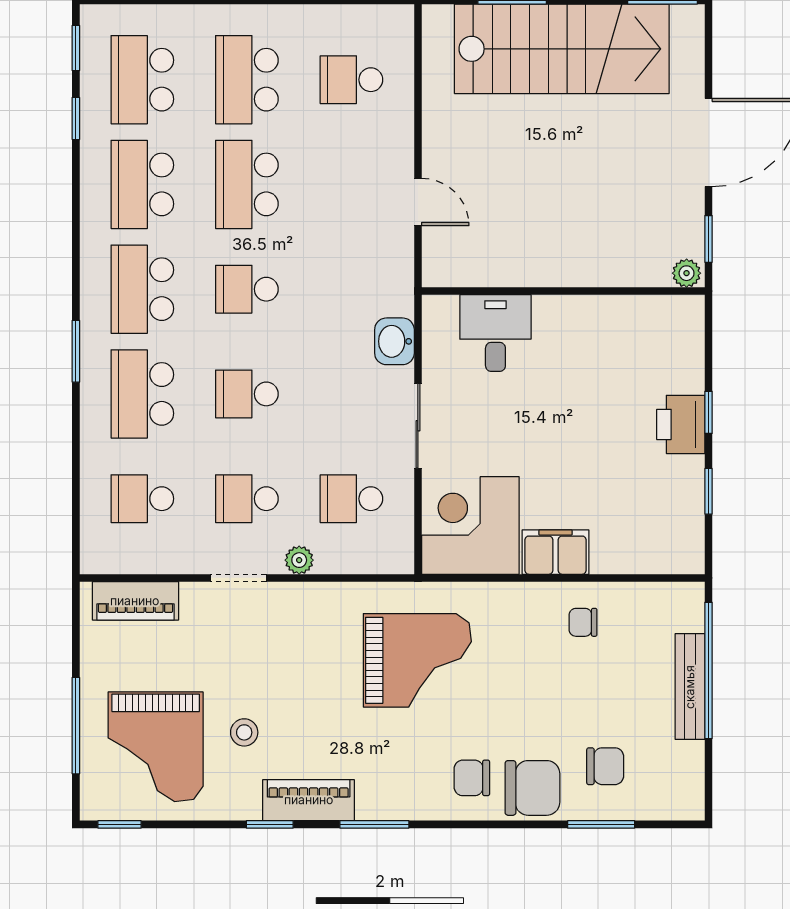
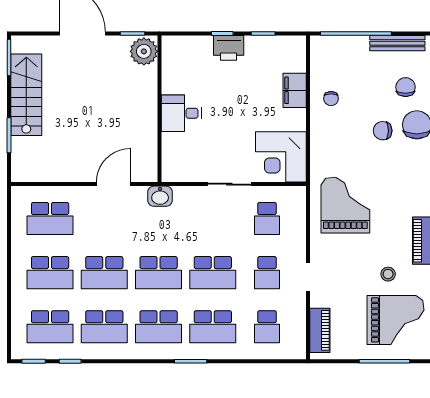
stairs: (562, 49) -> (26, 95), width x0.73, depth x0.66
school desk: (351, 80) -> (50, 218), width x1.85
door: (418, 202) -> (113, 184), width x1.37
plant: (687, 273) -> (144, 51), width x1.87, depth x1.87
school desk: (247, 289) -> (159, 273), width x1.85
desk: (495, 333) -> (181, 113), moved
washbasin: (394, 341) -> (160, 196), moved
school desk: (247, 394) -> (213, 273), width x1.85
filing cabinet: (555, 552) -> (295, 90), moved
plant: (299, 560) -> (299, 246), removed
grand piano: (417, 660) -> (345, 205), moved
bench: (690, 687) -> (397, 43), moved
chair: (472, 778) -> (383, 131), moved, turned 90

